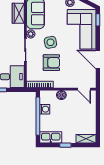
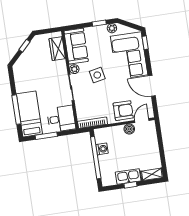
armchair: (51, 63) -> (123, 111), moved
door: (84, 89) -> (142, 120), swing flipped
boiler: (61, 95) -> (129, 129), moved
kitchen sink: (51, 137) -> (128, 176), moved

